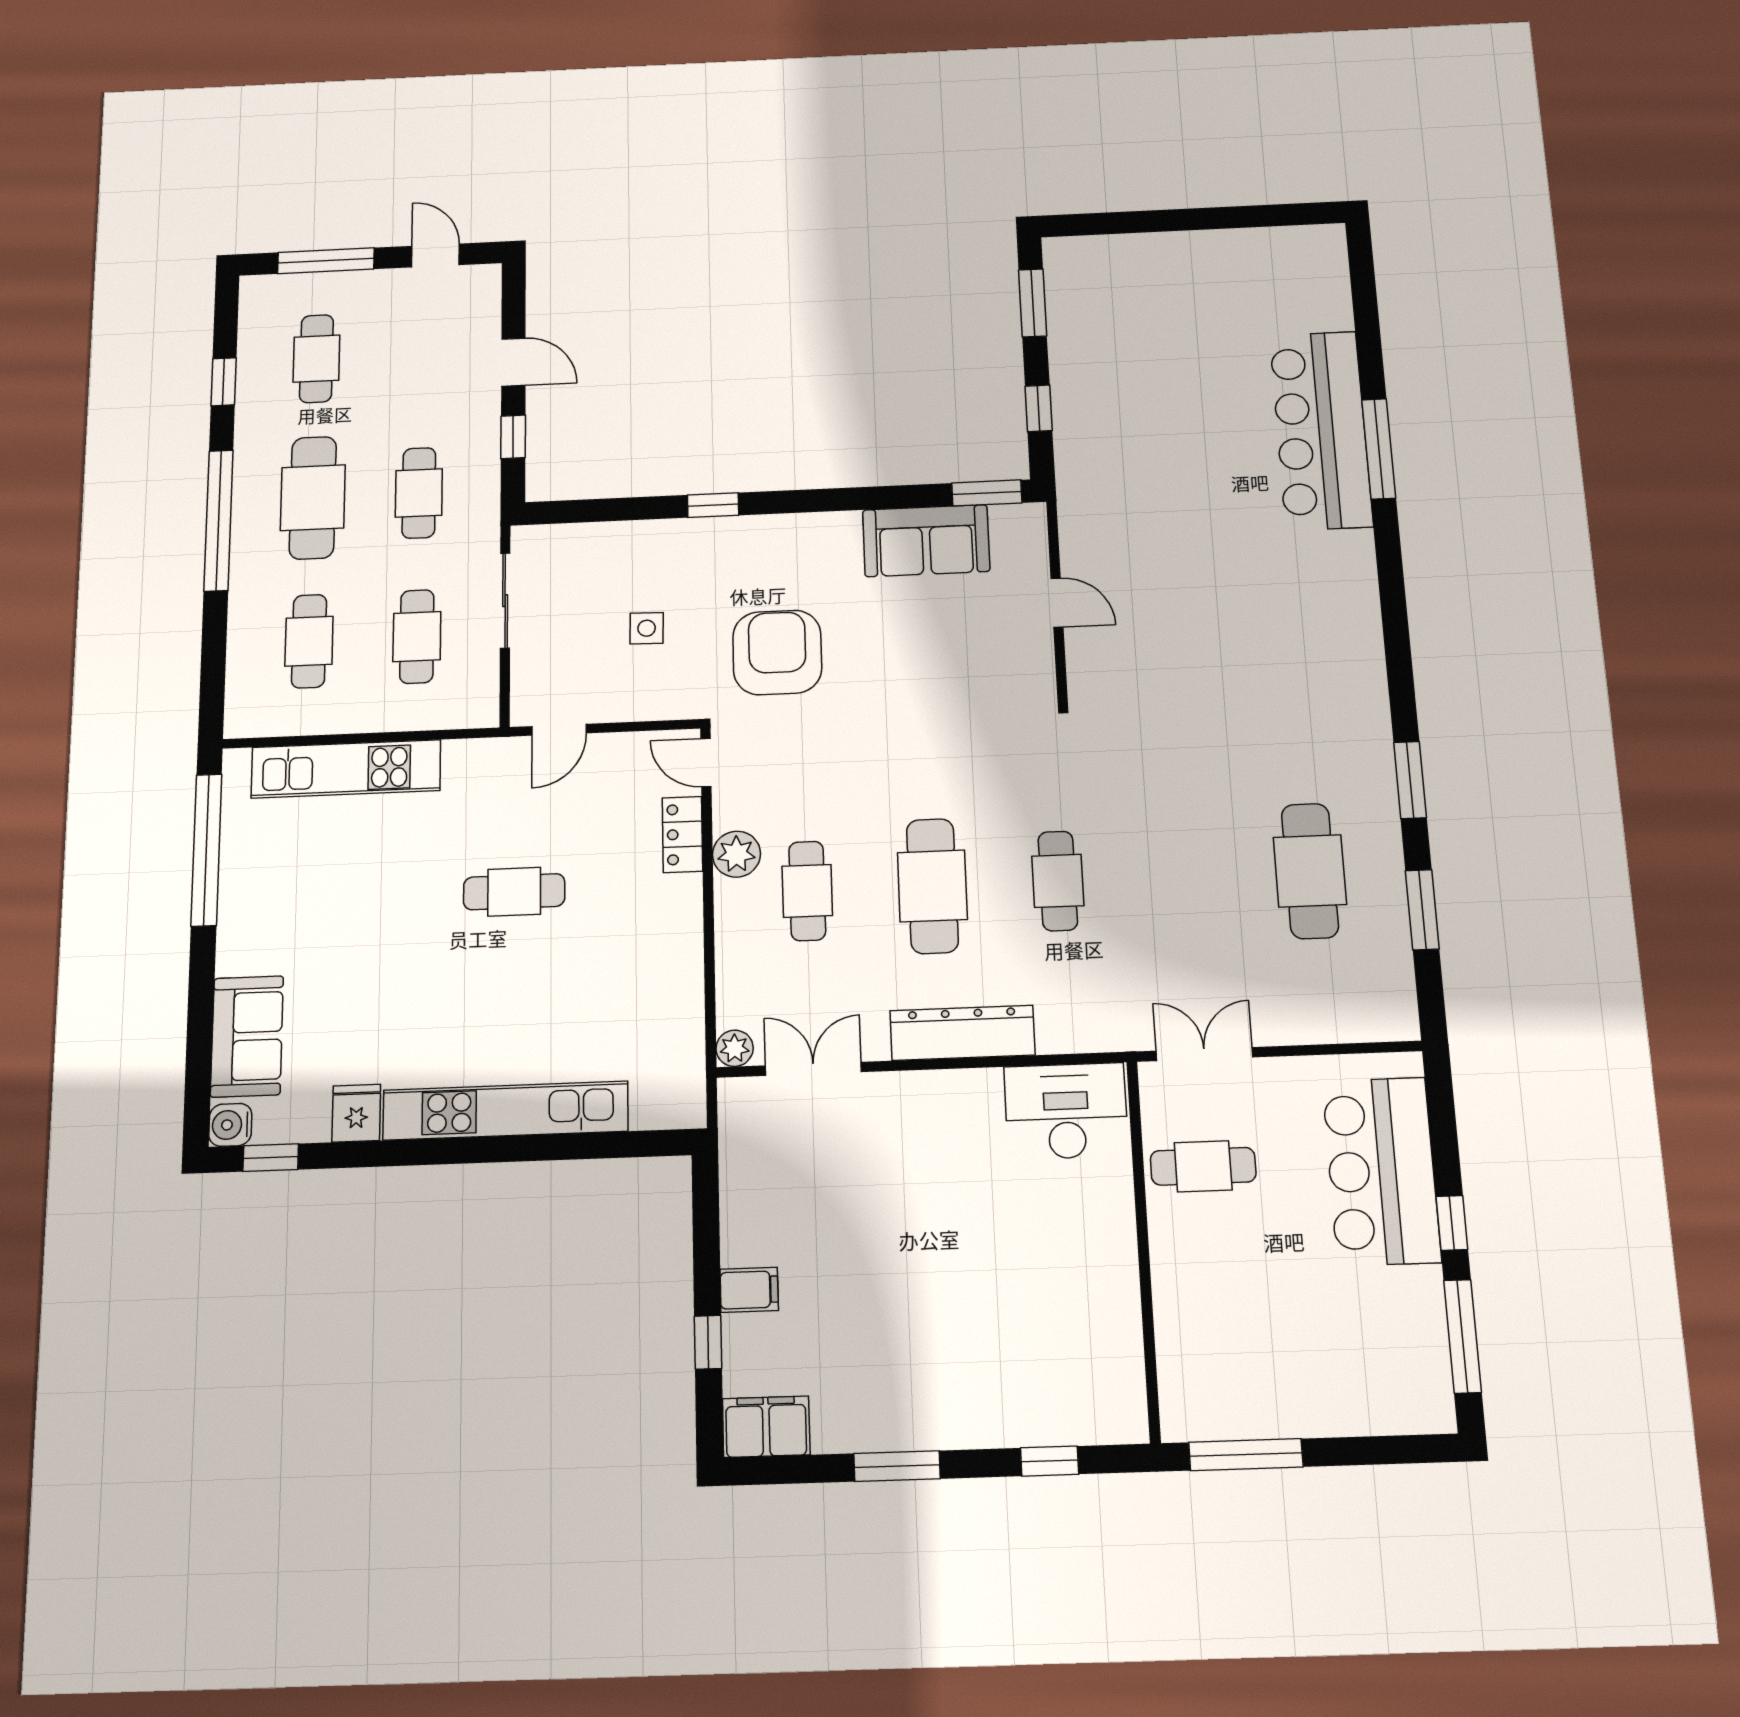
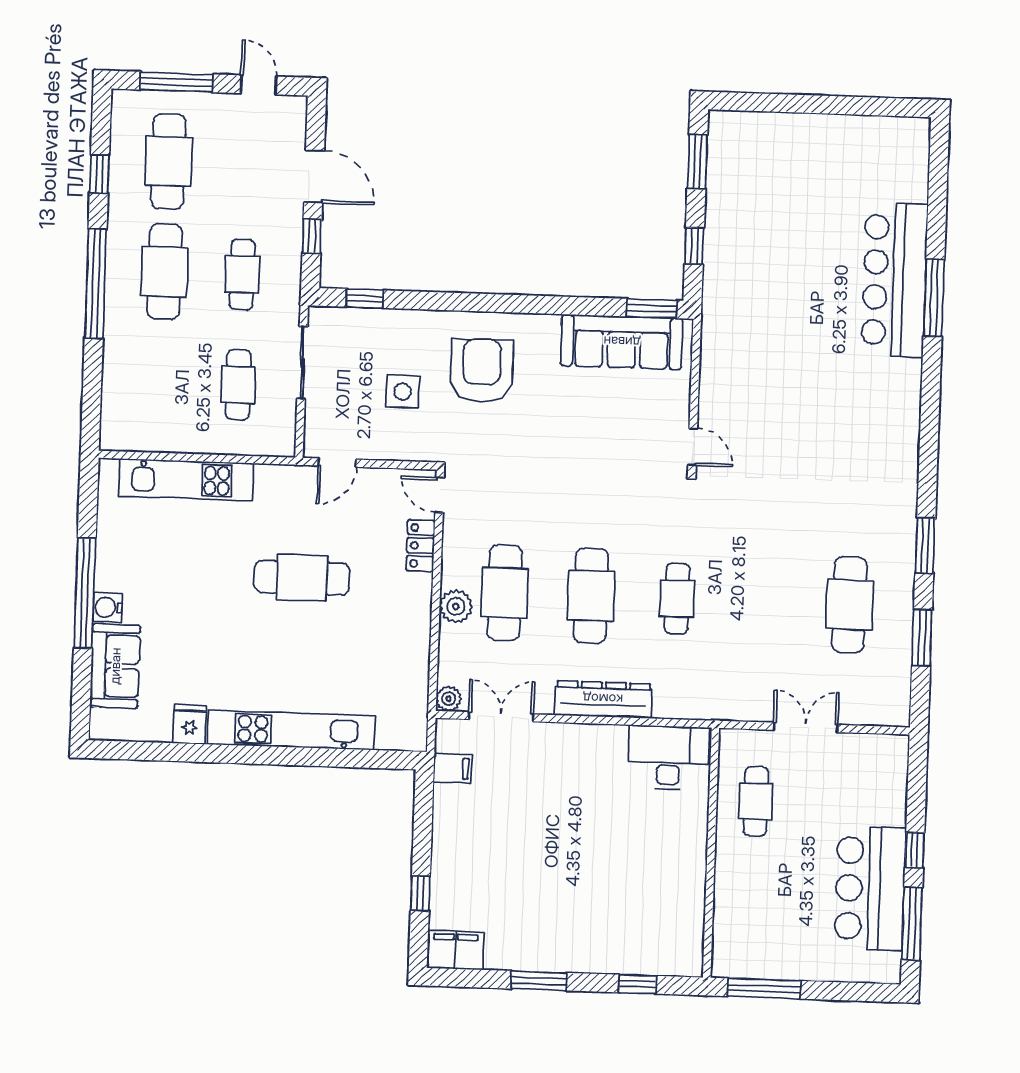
cafe table: (316, 359) -> (168, 161), width x1.37, depth x1.35
door: (513, 362) -> (314, 177), width x1.38
window: (713, 505) -> (365, 298), moved
sofa: (926, 541) -> (622, 342), width x1.36
door: (1057, 603) -> (693, 447), moved
side table: (647, 628) -> (403, 392), width x1.37, depth x1.37
cafe table: (309, 641) -> (161, 382), removed
armchair: (777, 652) -> (482, 371), moved
window: (206, 850) -> (85, 593), moved
plant: (737, 854) -> (456, 606), moved
cafe table: (807, 891) -> (505, 593), width x1.37, depth x1.35
cafe table: (514, 892) -> (302, 578), width x1.37, depth x1.35
double door: (1204, 1054) -> (806, 727), moved
water cooler: (230, 1125) -> (108, 607), moved
window: (271, 1158) -> (131, 751), removed
cafe table: (1203, 1166) -> (756, 801), turned 90
bar counter: (1381, 1171) -> (870, 889), moved
filing cabinet: (749, 1290) -> (453, 768), moved

